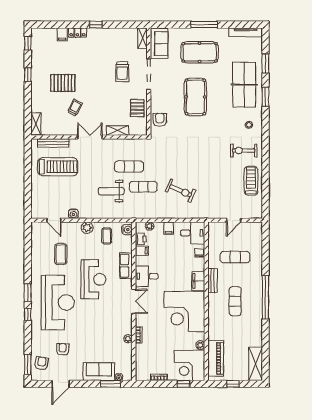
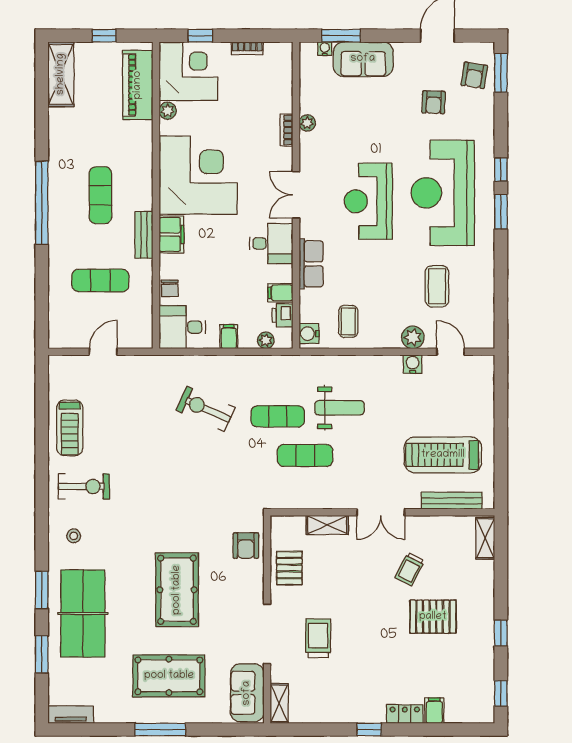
tv unit: (246, 32) -> (71, 715), width x0.71
plant: (87, 228) -> (413, 337), moved
reception desk: (93, 279) -> (368, 201), moved

